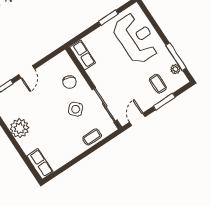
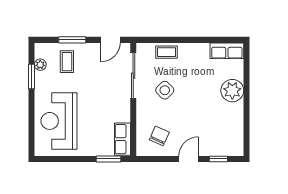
window: (108, 18) -> (109, 159), moved
window: (176, 57) -> (31, 76), width x0.69
chair: (70, 82) -> (159, 136), moved
plant: (20, 128) -> (232, 91), moved
row of seats: (40, 164) -> (227, 51), moved, turned -90

